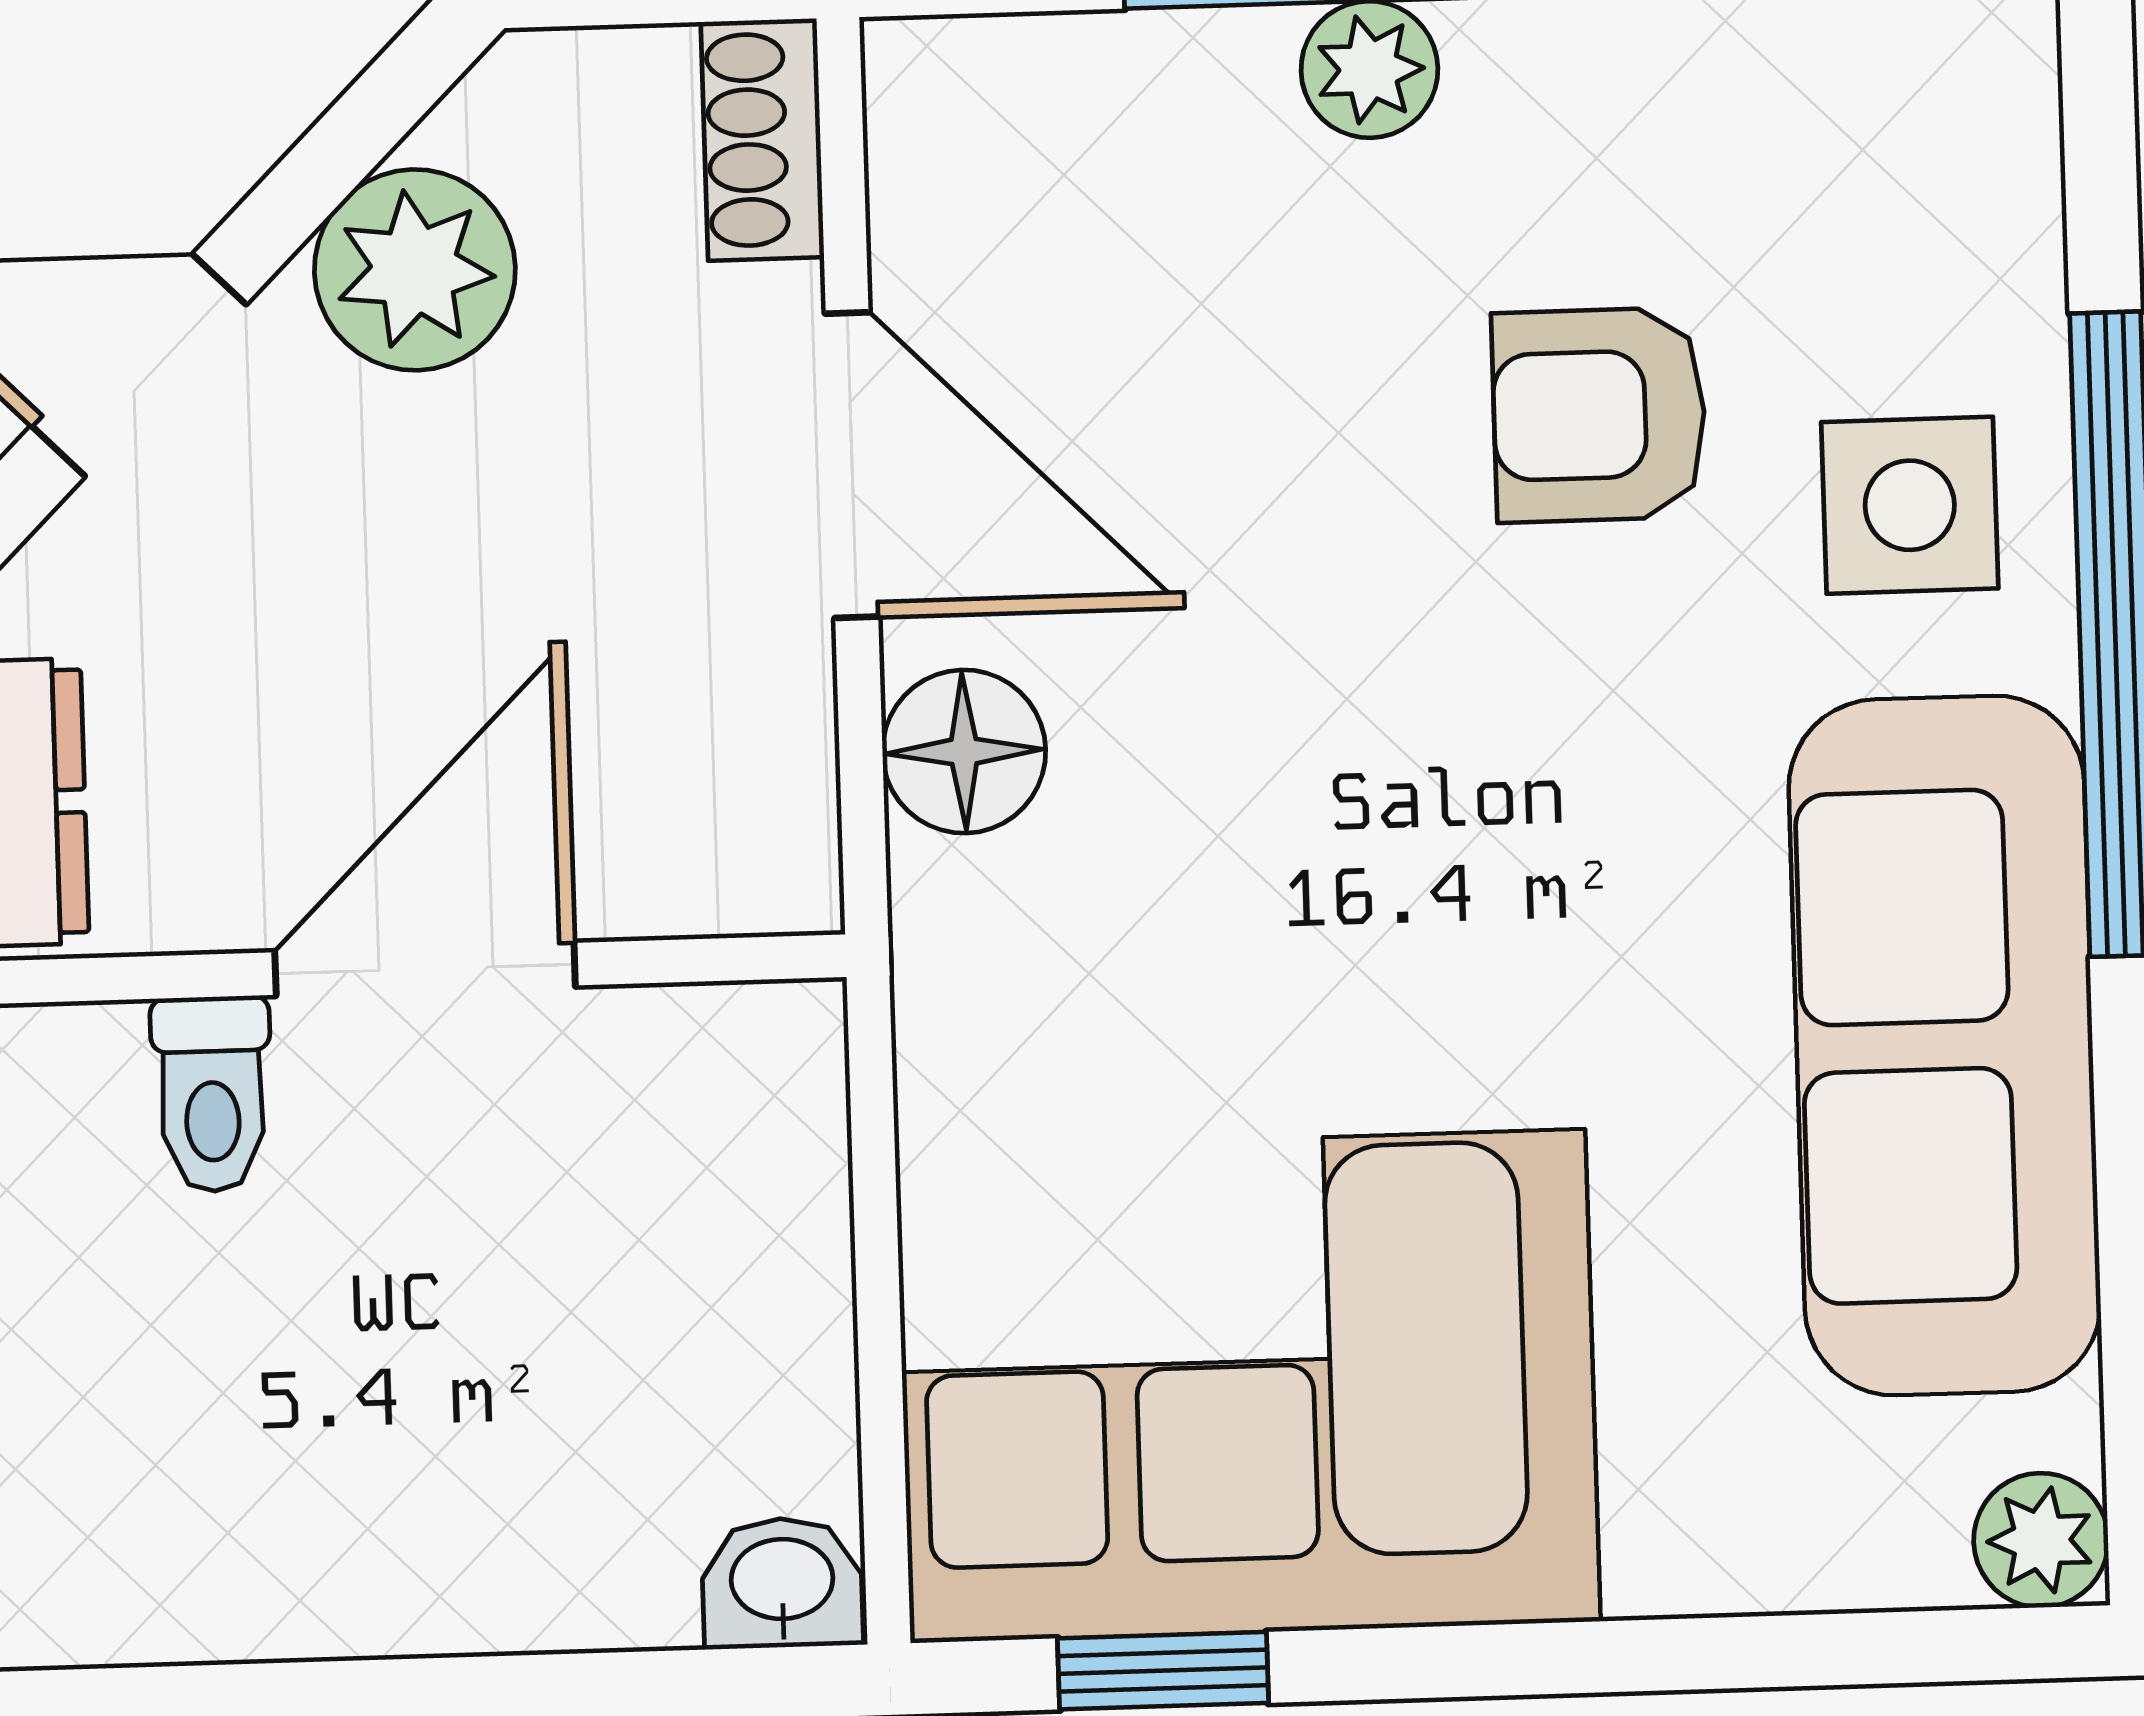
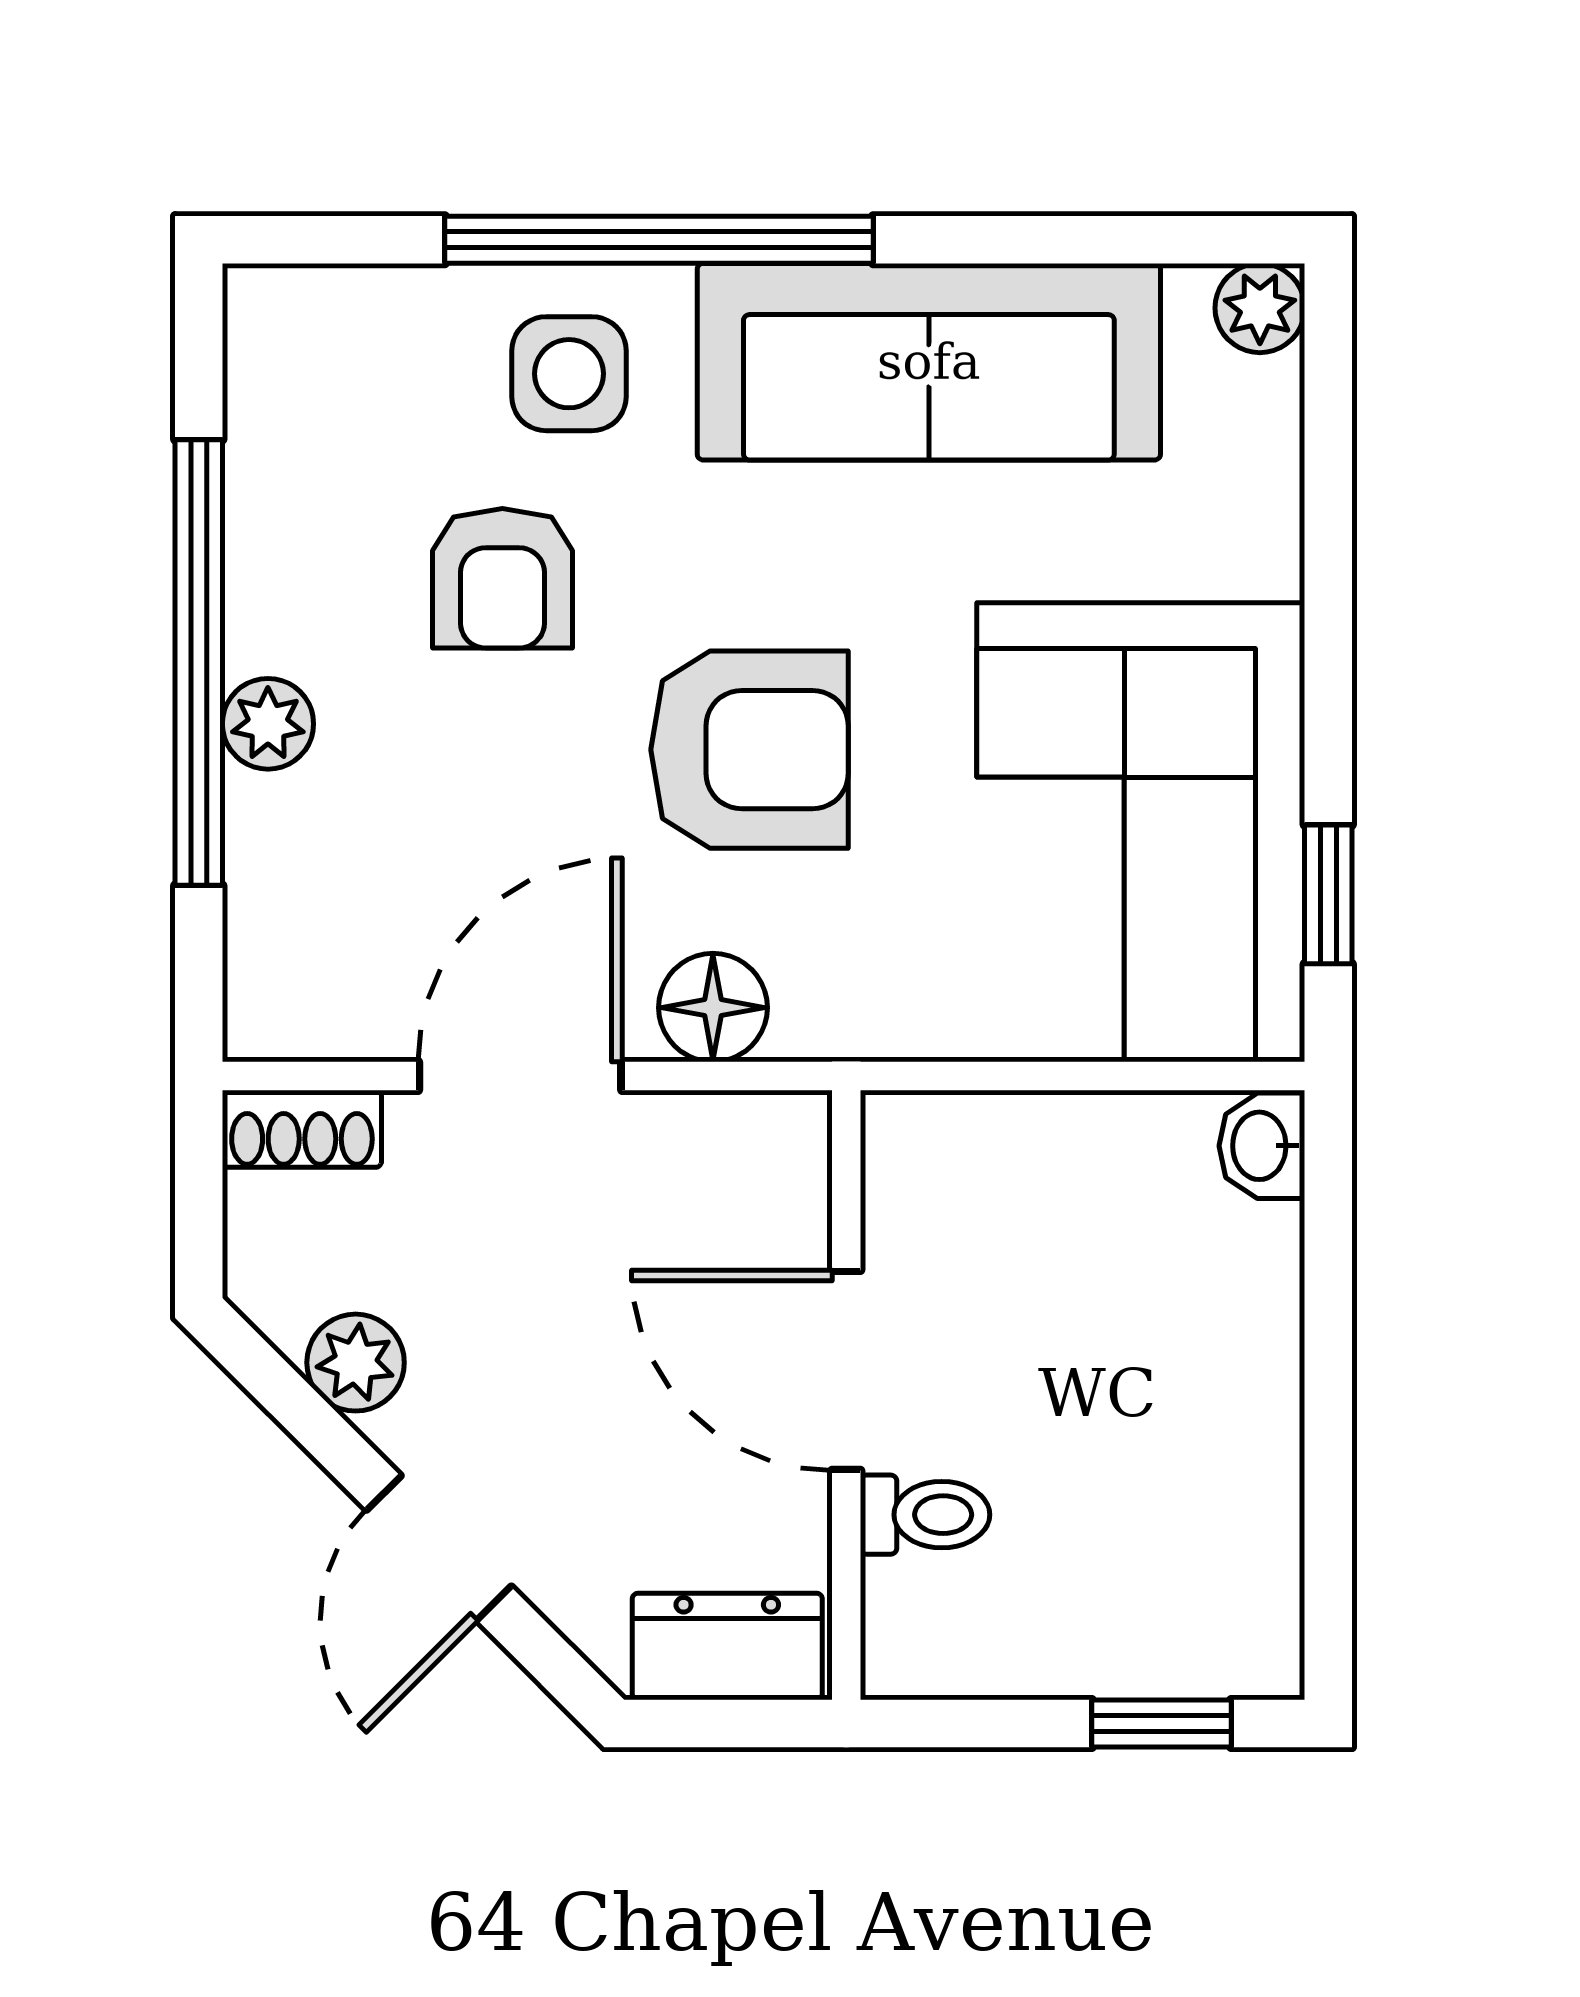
plant: (415, 270) -> (356, 1363), width x0.73, depth x0.73
armchair: (1353, 794) -> (749, 750), added

